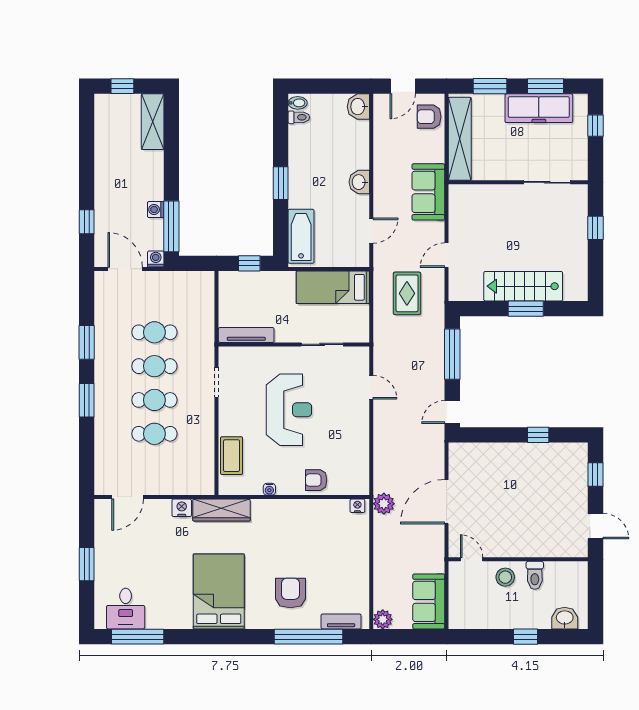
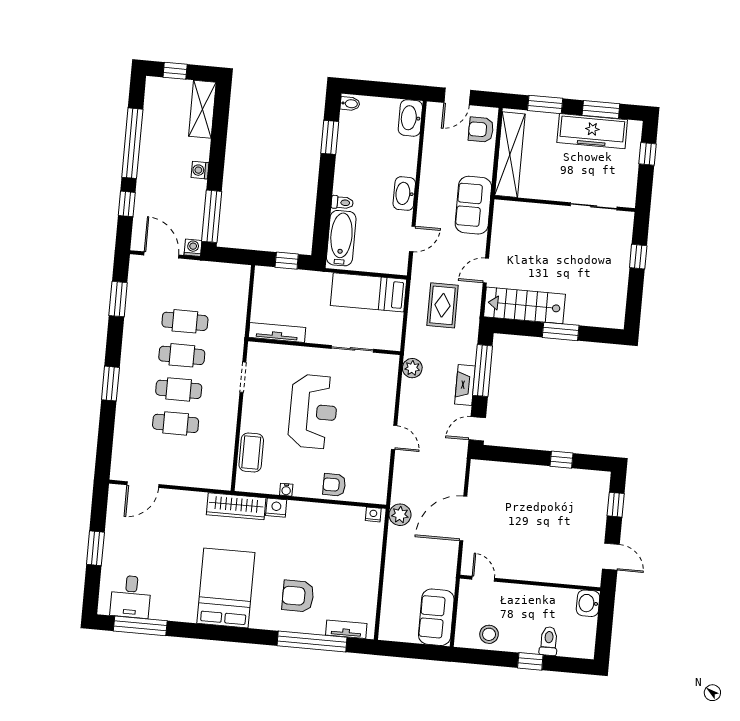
washbasin: (358, 107) -> (410, 118), width x1.38
toilet: (299, 117) -> (342, 203), moved
window: (87, 161) -> (132, 143), added
washbasin: (359, 182) -> (404, 194), width x1.38
window: (281, 183) -> (330, 137), moved
washing machine: (156, 209) -> (200, 170), moved
stairs: (523, 286) -> (524, 305), moved
window: (87, 342) -> (118, 299), moved
fireplace: (436, 370) -> (465, 385), added
door: (371, 387) -> (394, 437), moved
nightstand: (182, 508) -> (276, 508), moved
toilet: (535, 575) -> (549, 641), moved, turned 180
stool: (505, 577) -> (489, 634), moved
armchair: (290, 593) -> (298, 596), turned -90
washbasin: (565, 618) -> (588, 603), moved, turned -90
plant: (383, 619) -> (412, 368), moved

